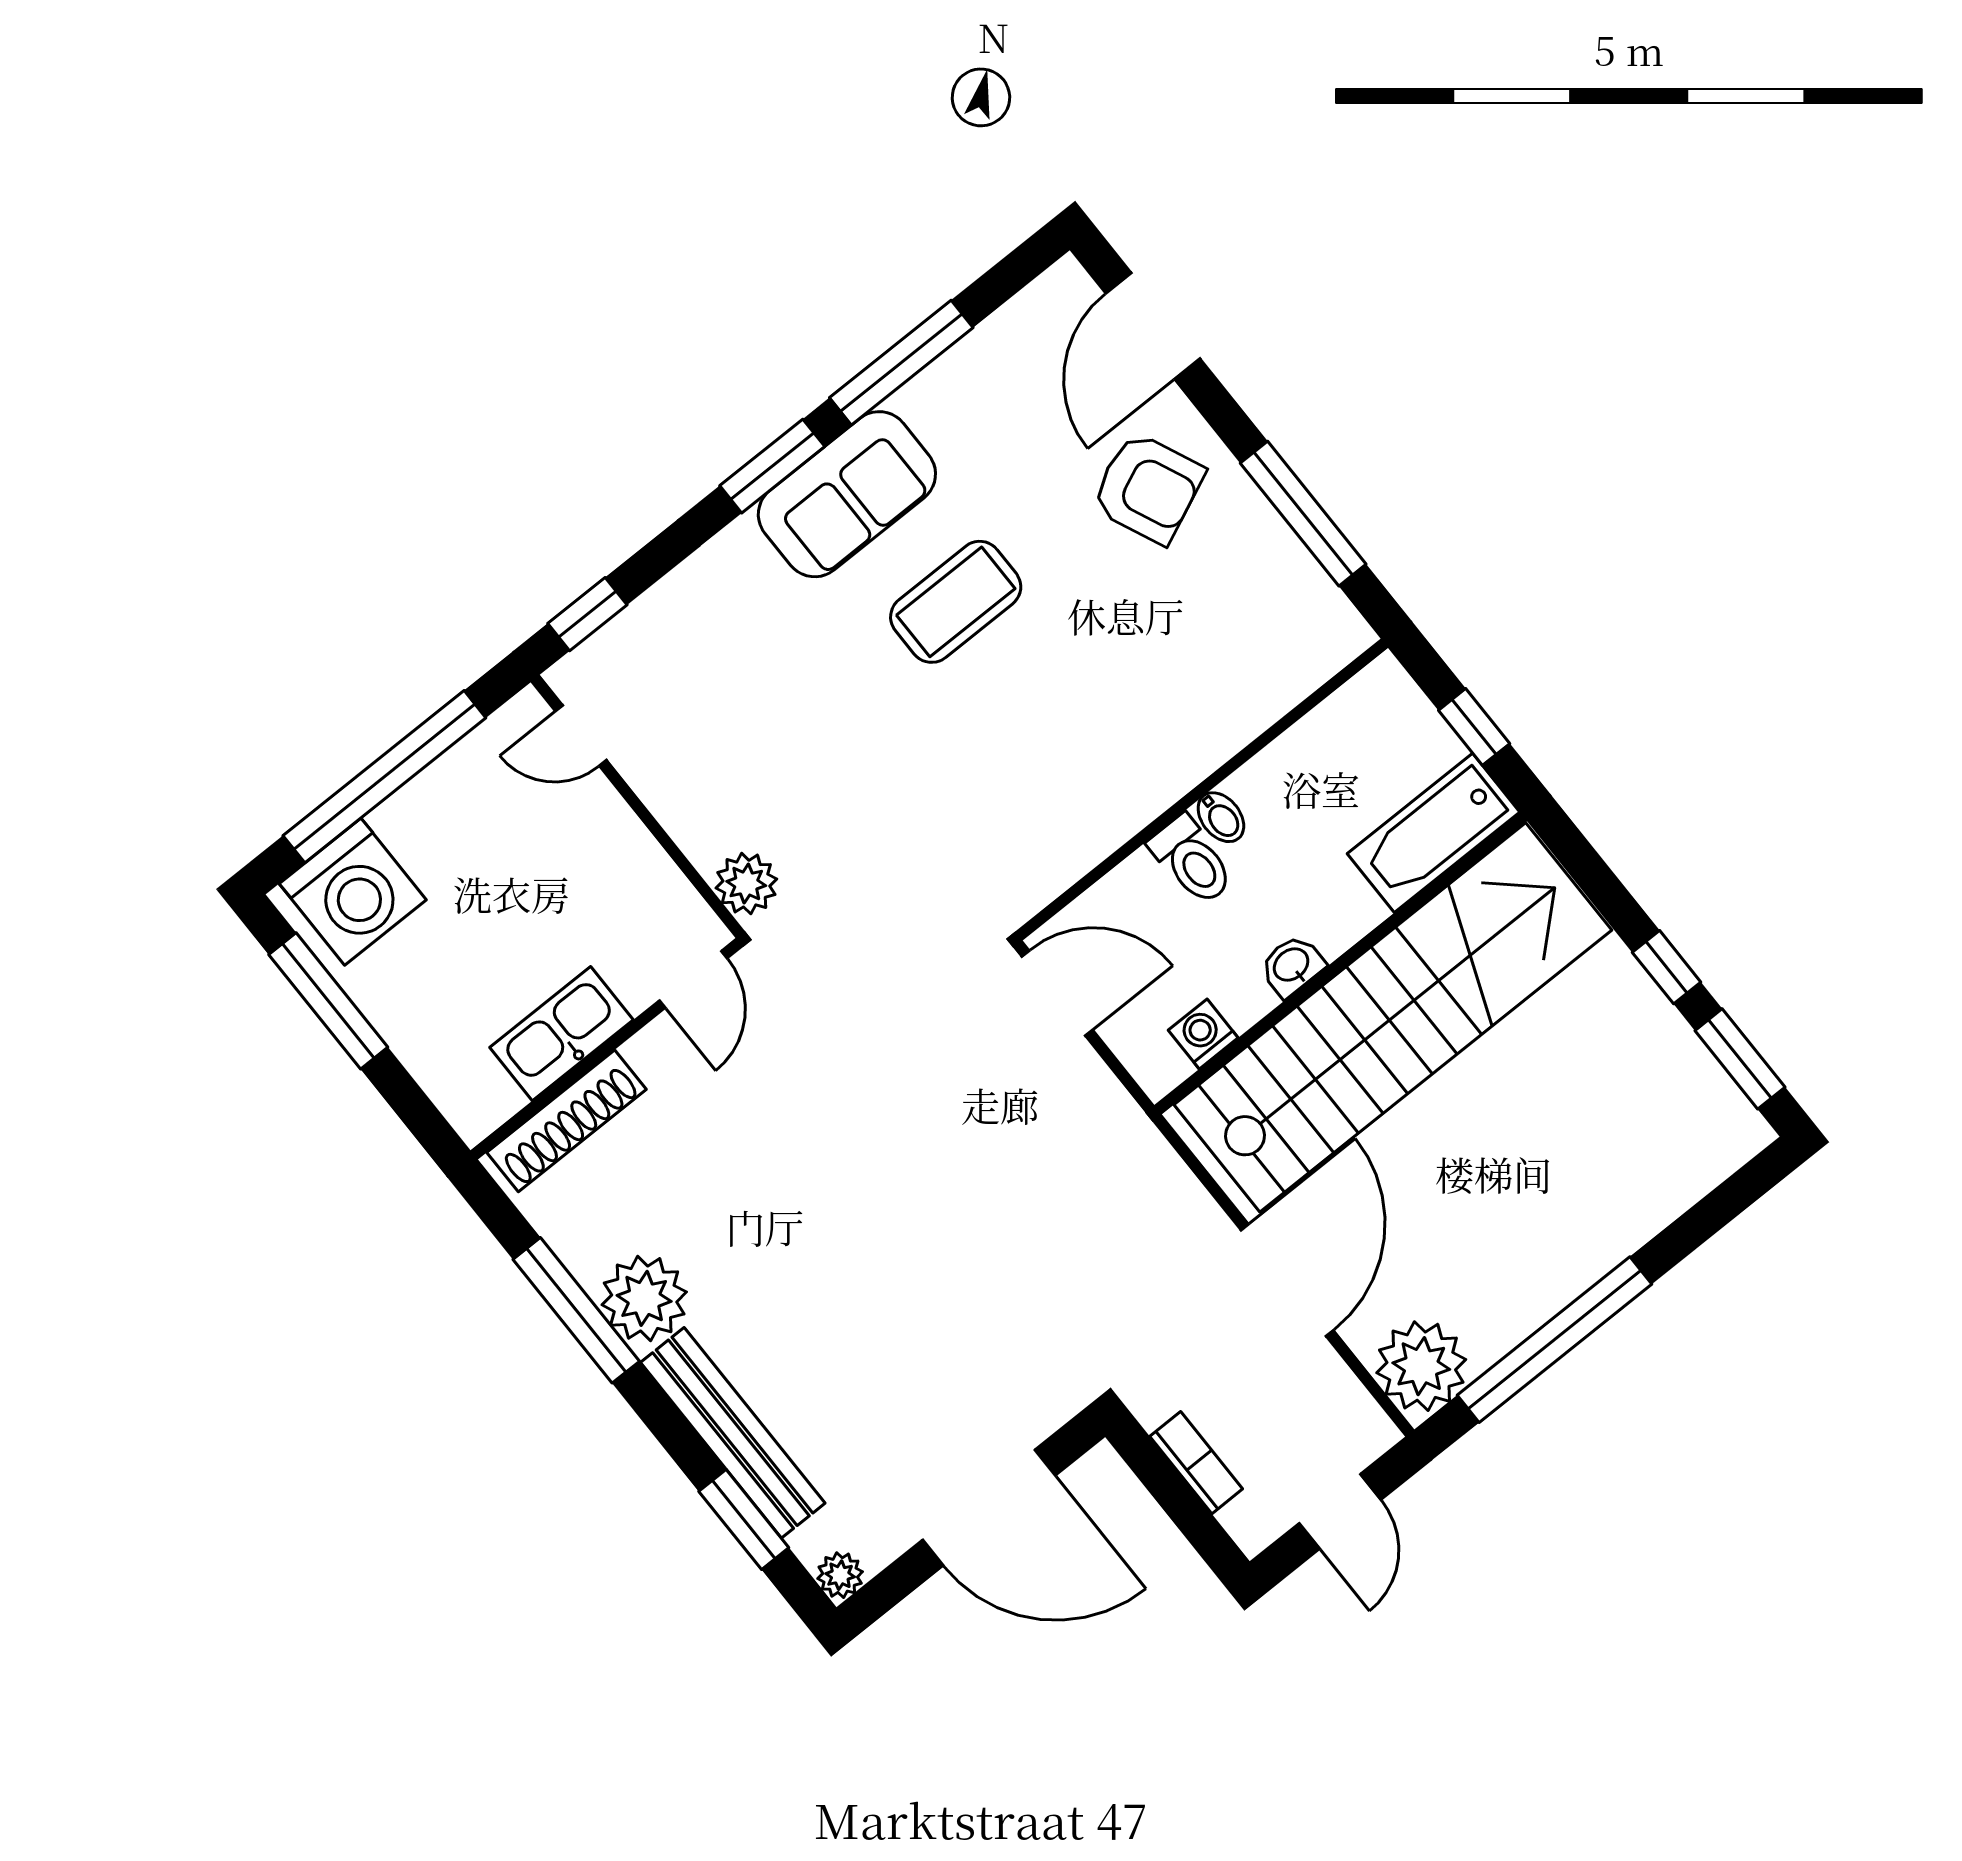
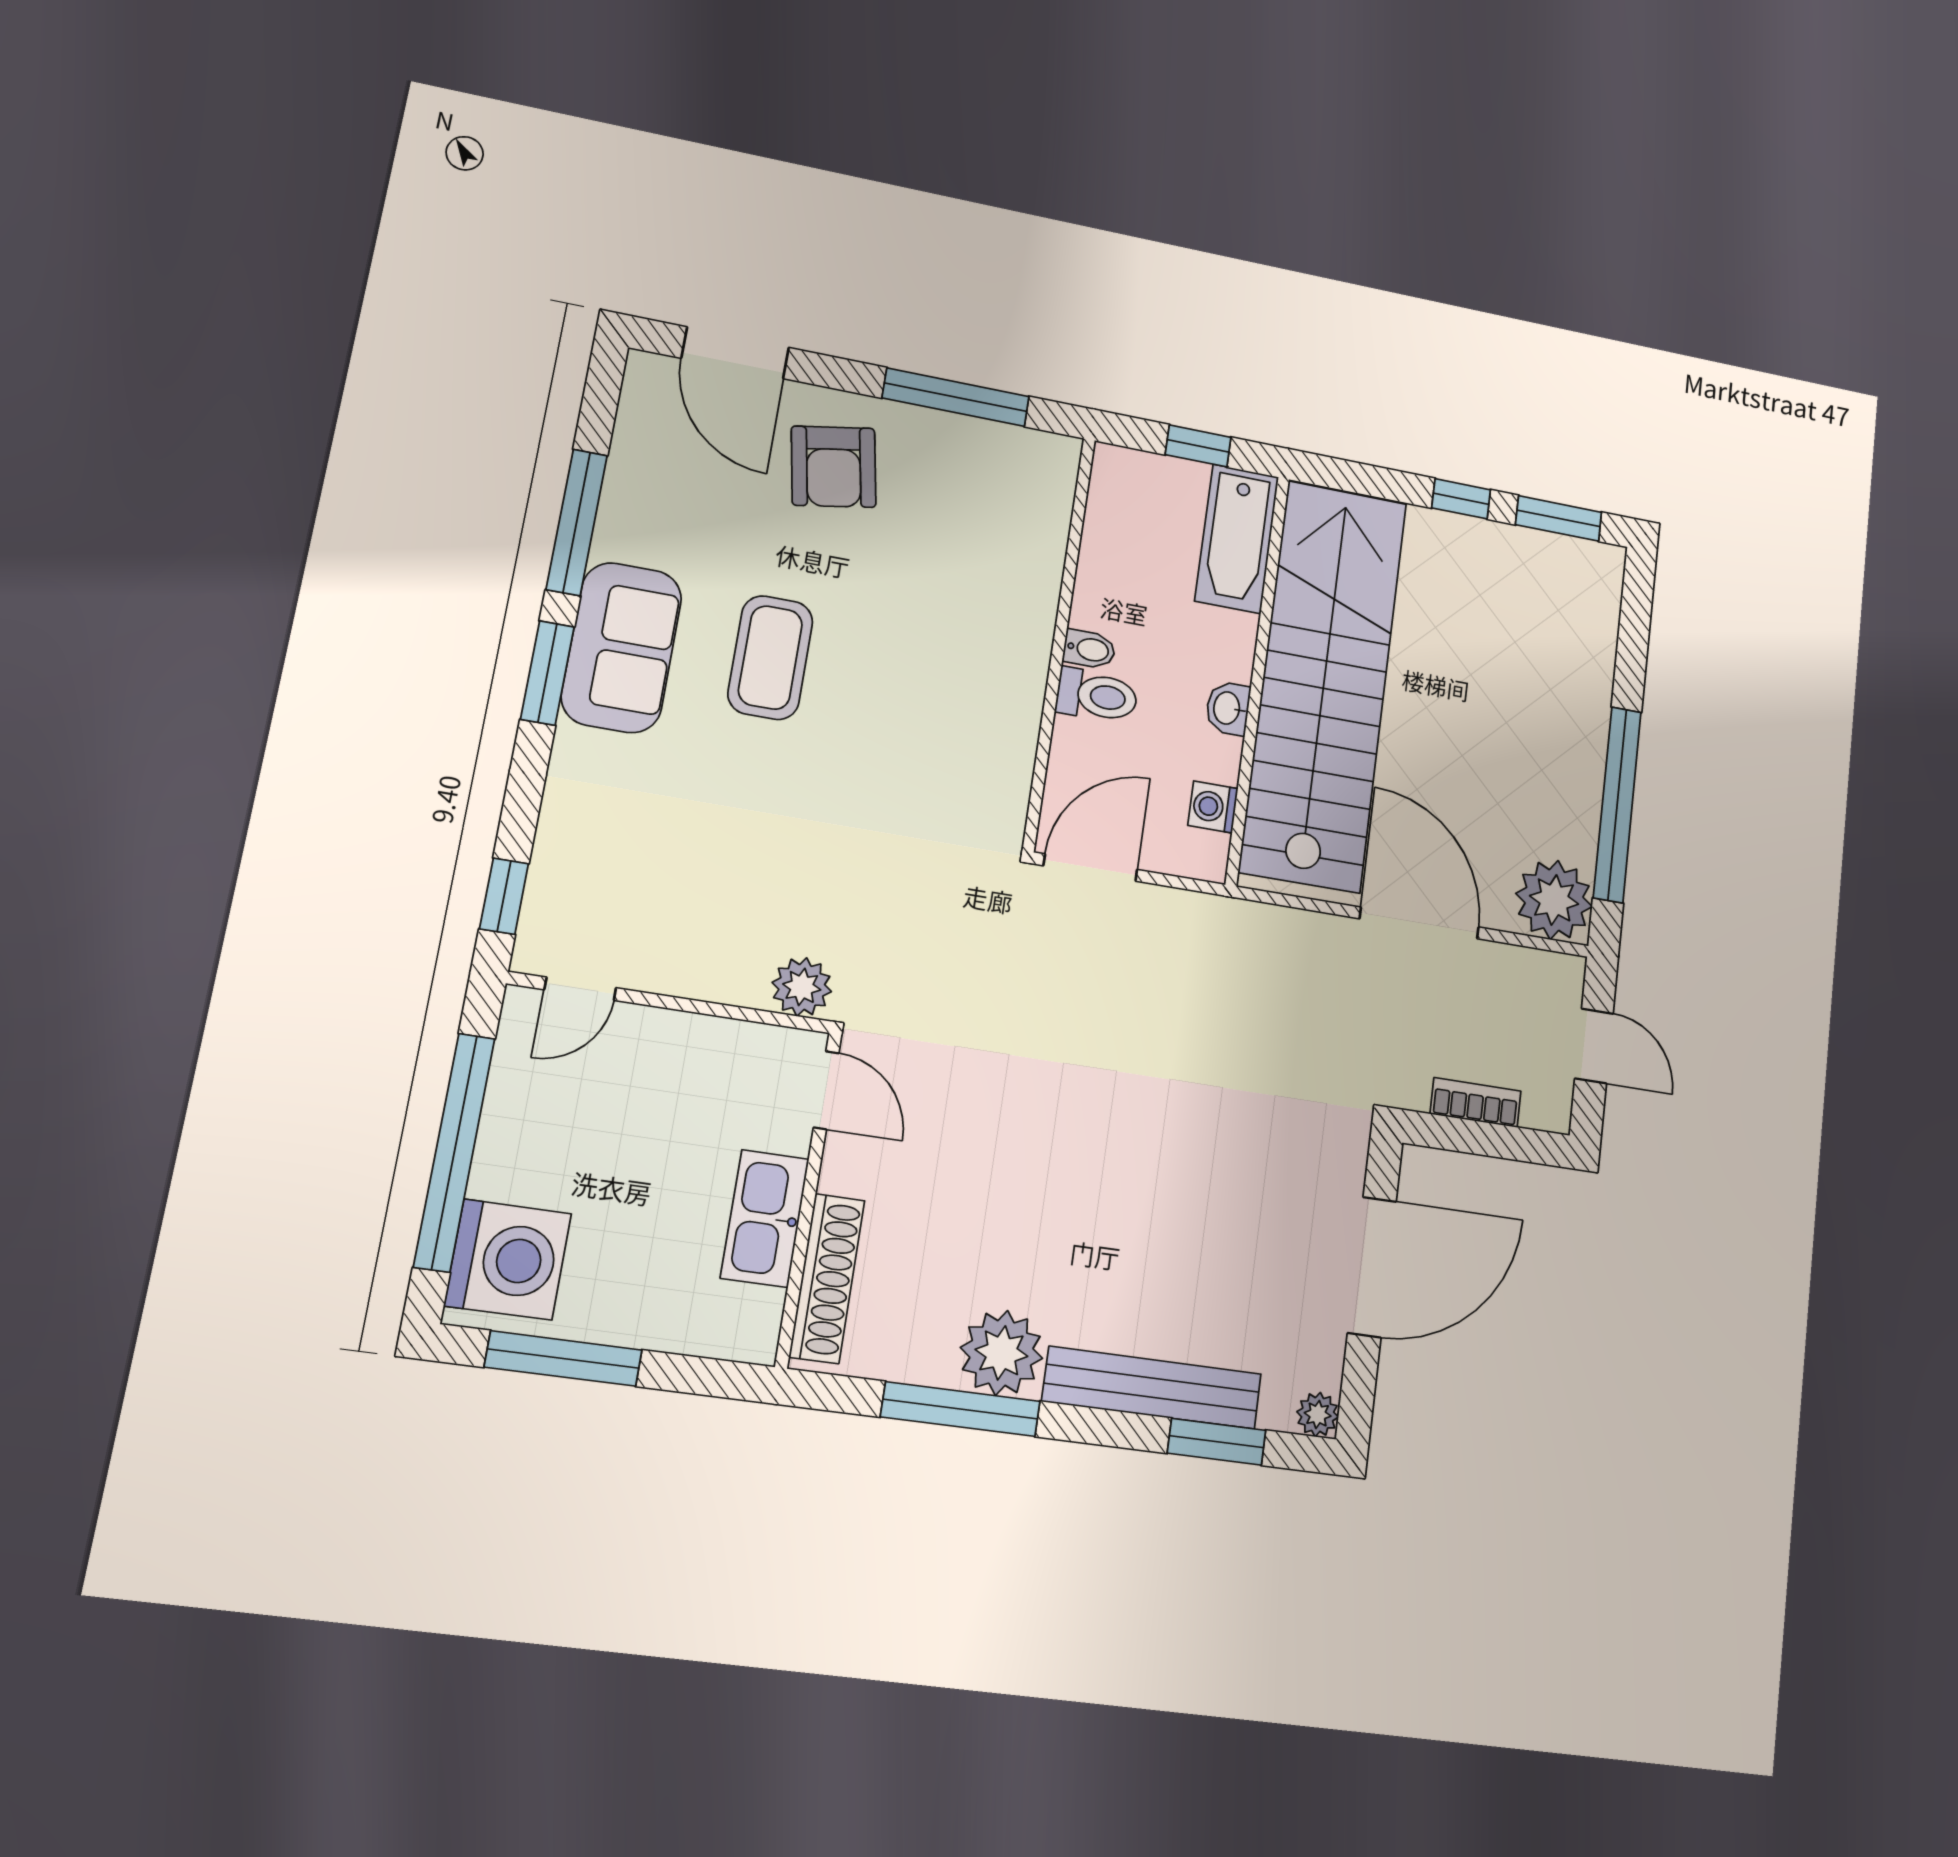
armchair: (1148, 488) -> (834, 467), turned 104

